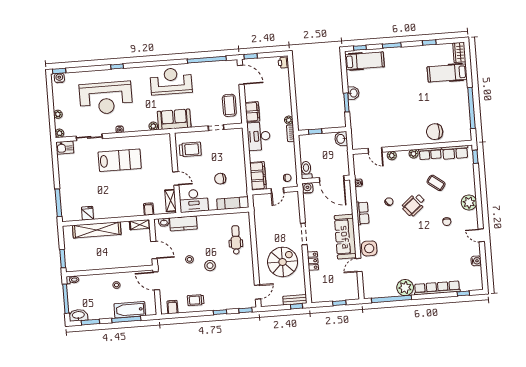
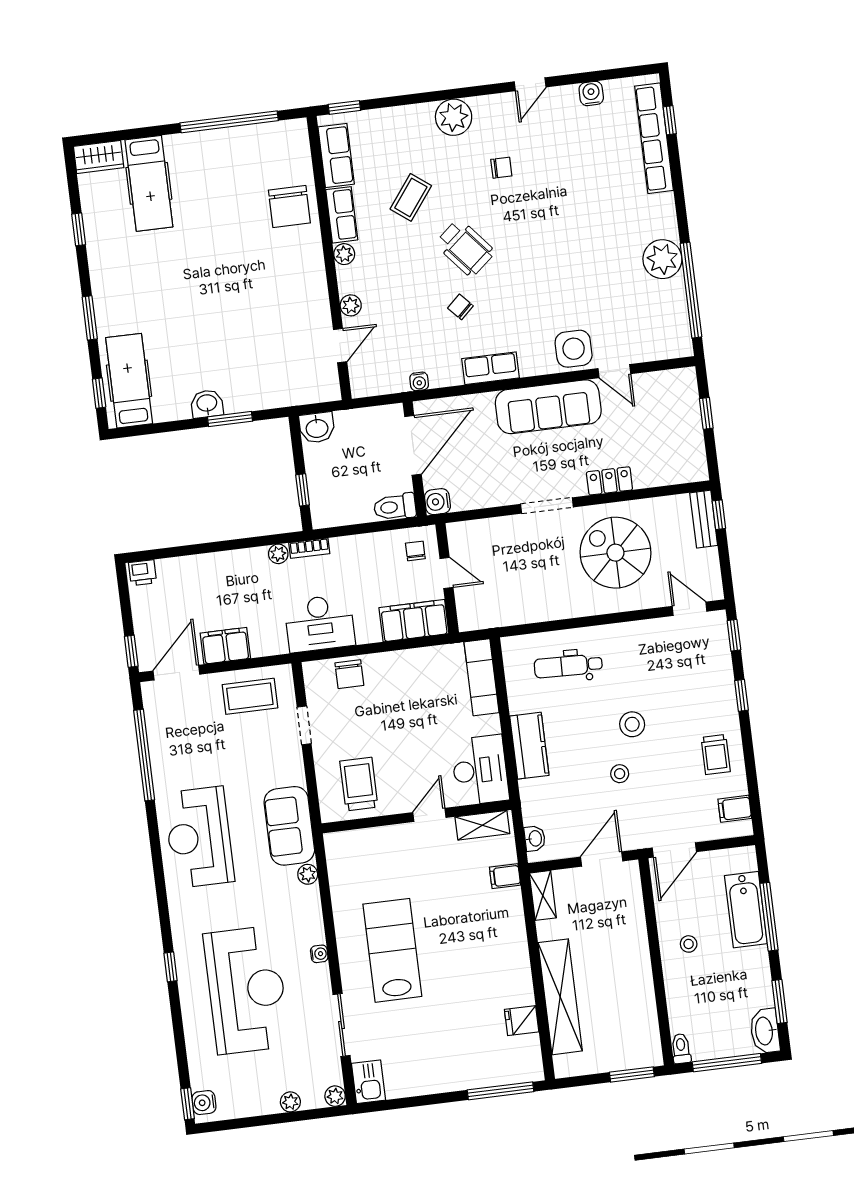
filing cabinet: (252, 112) -> (225, 646), moved
chair: (220, 179) -> (349, 674), moved
kitchen counter: (183, 223) -> (529, 746), moved
row of seats: (437, 288) -> (654, 138), moved

